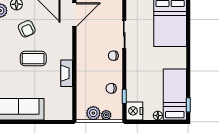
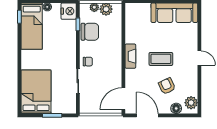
fireplace: (67, 73) -> (130, 56), moved
chair: (111, 88) -> (90, 32), width x1.87, depth x1.87

